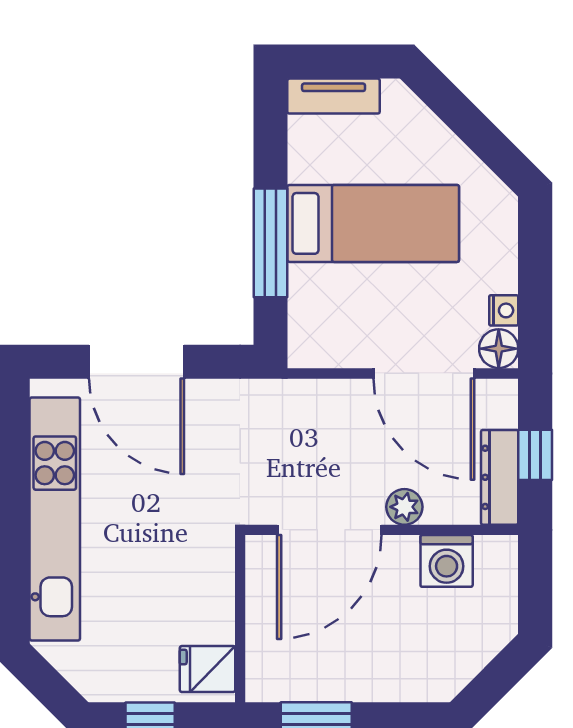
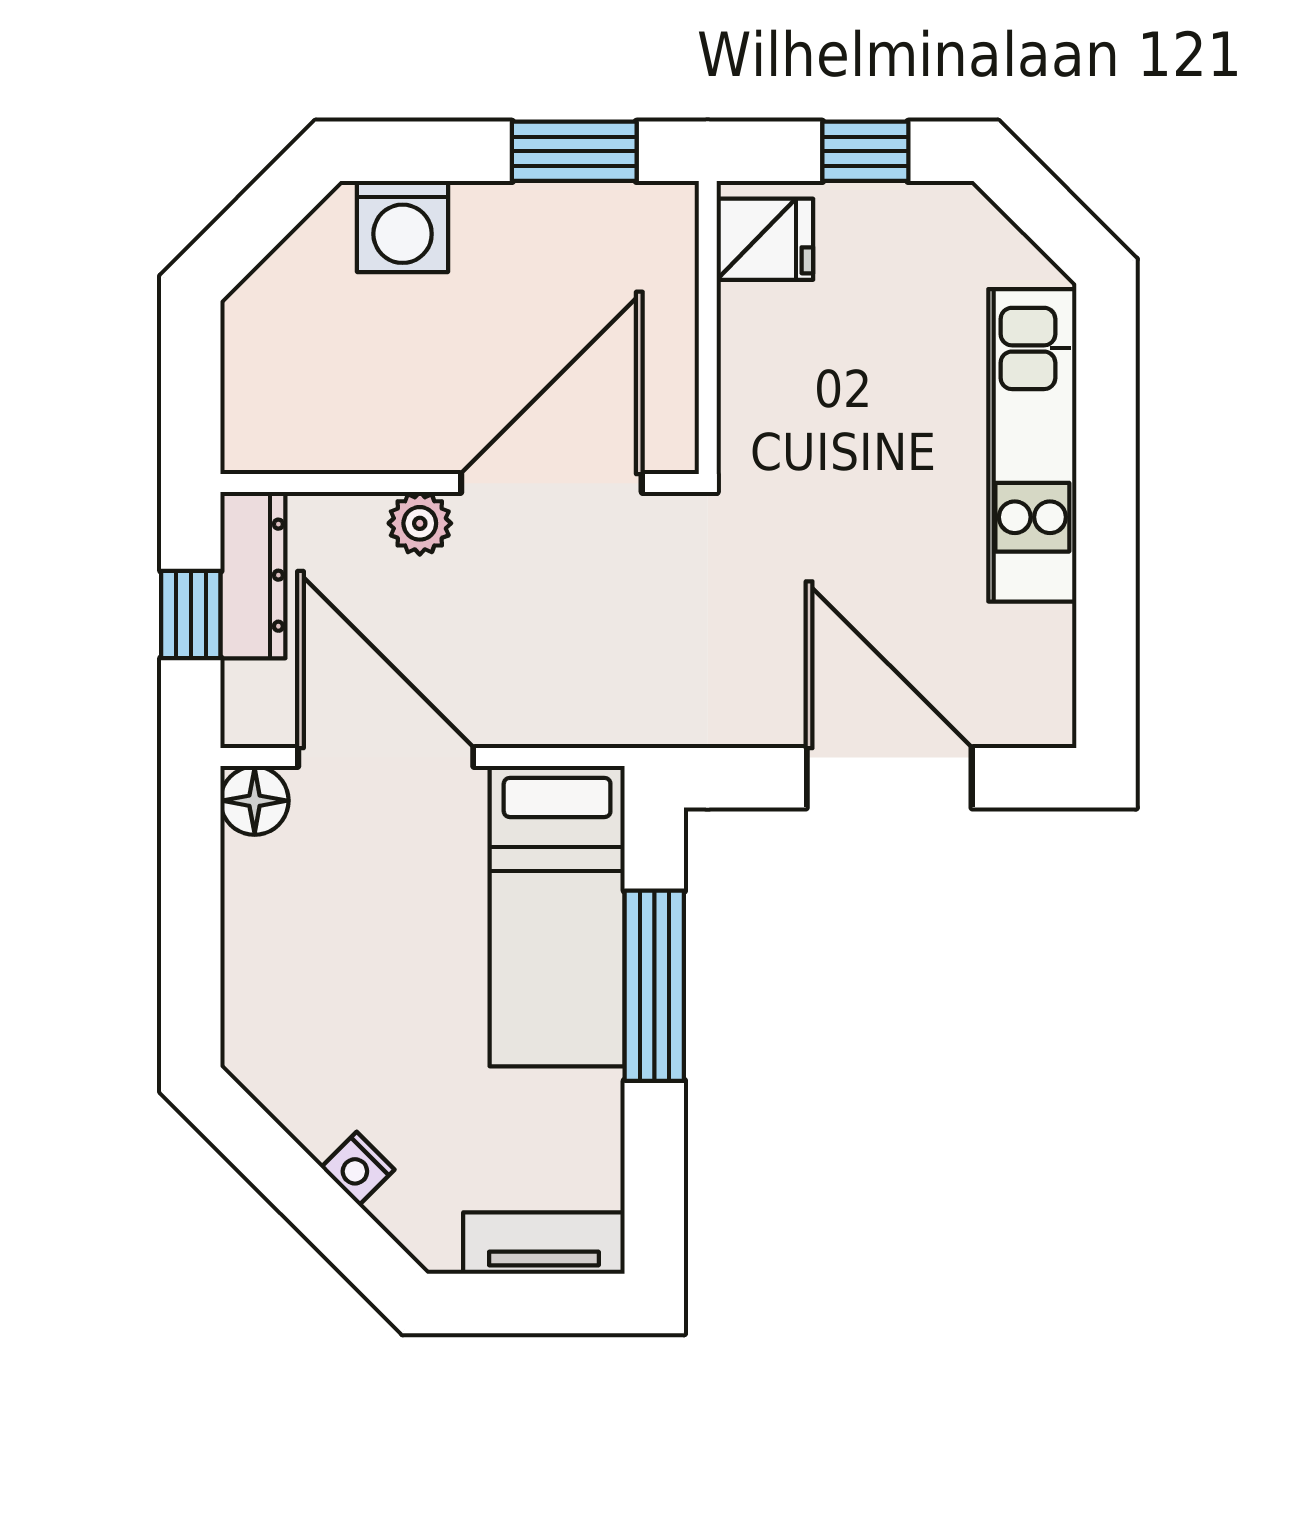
bed: (373, 223) -> (557, 916), moved, turned -90
nightstand: (504, 310) -> (358, 1168), moved, turned -45
kitchen unit: (55, 519) -> (1032, 445), width x0.73
washing machine: (447, 561) -> (403, 227), moved, turned 180

